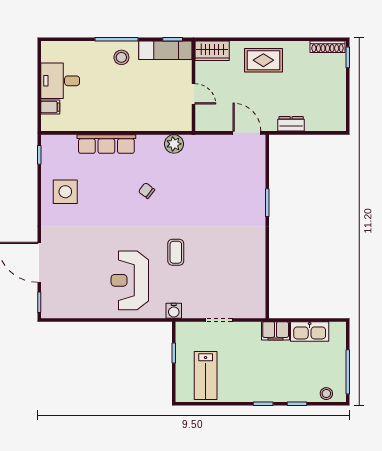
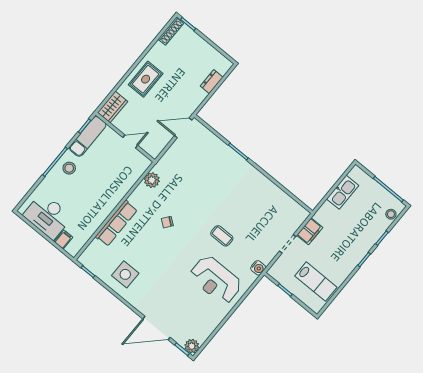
desk: (60, 81) -> (48, 216), width x1.37
dresser: (291, 124) -> (212, 82), moved
plant: (50, 309) -> (192, 346), added
filing cabinet: (276, 331) -> (310, 231), moved

